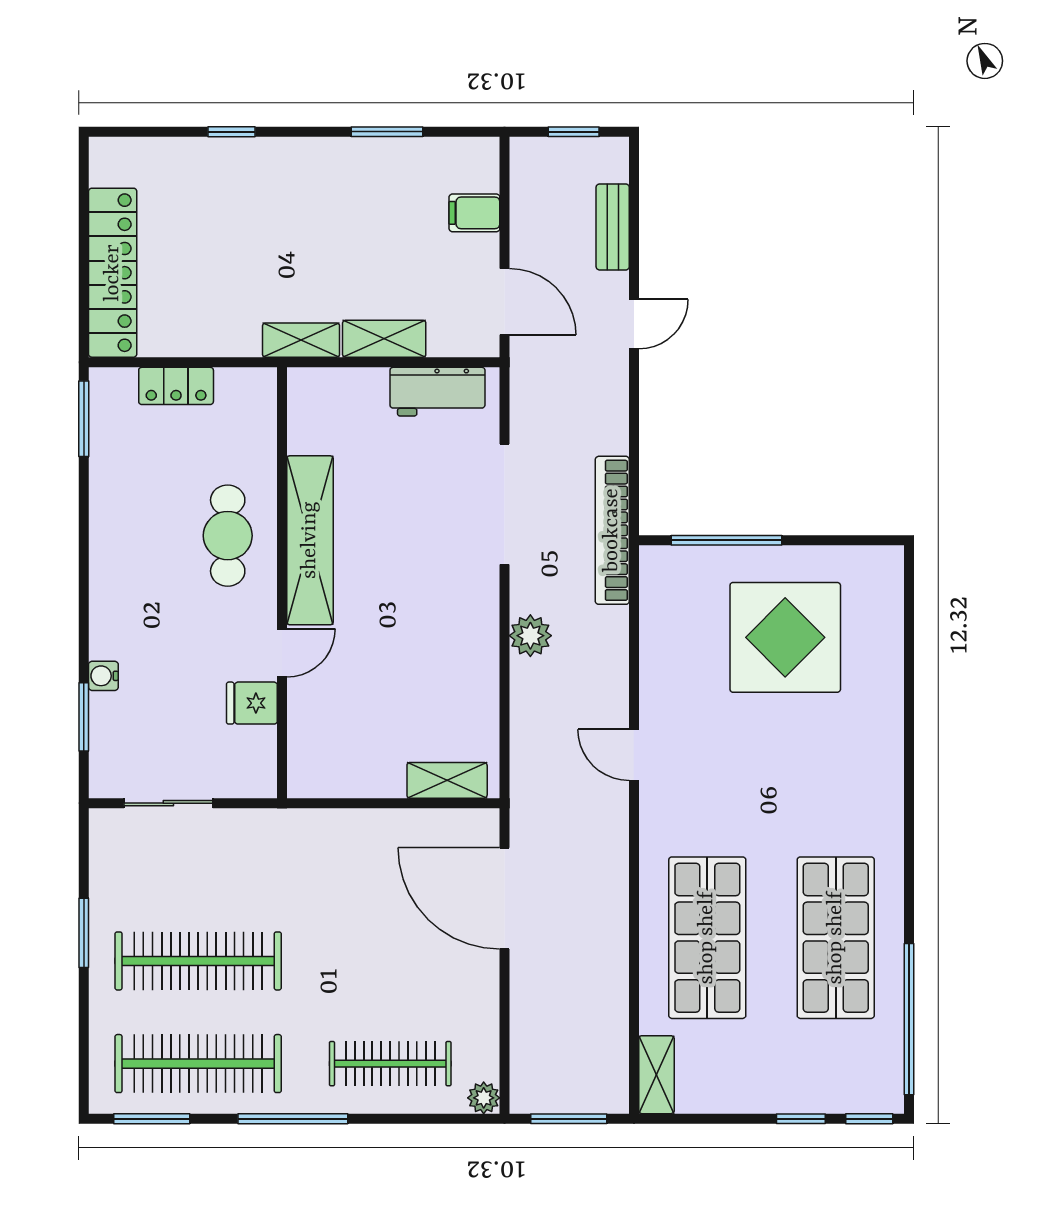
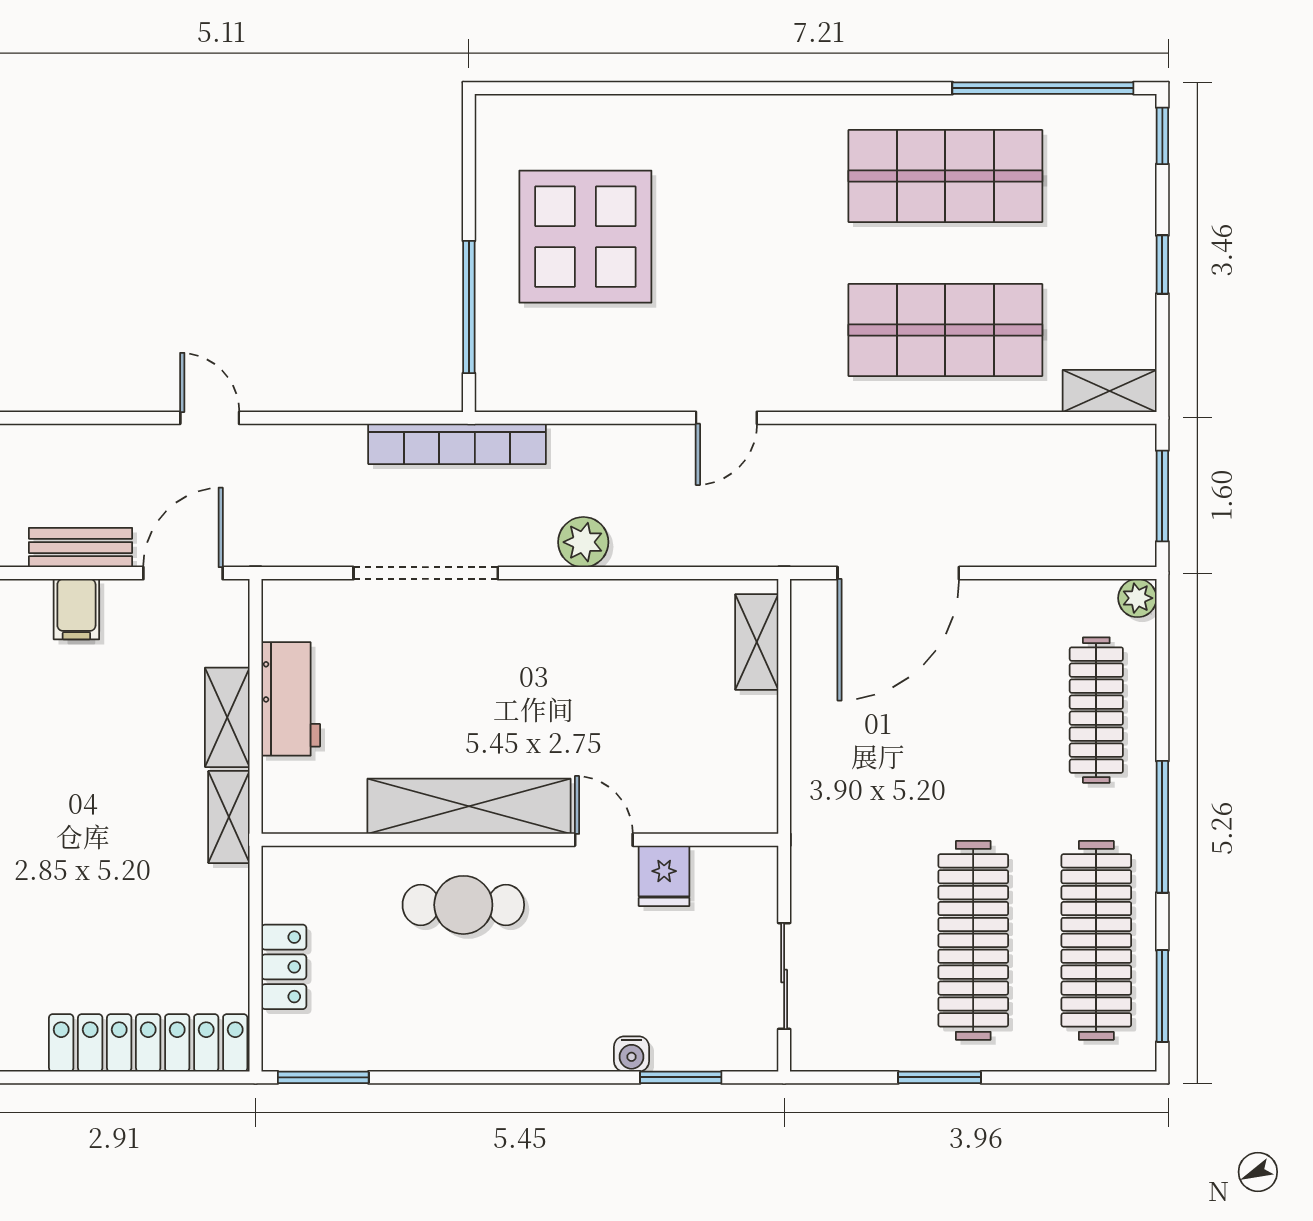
bench: (613, 227) -> (80, 548), moved
workbench: (437, 392) -> (291, 699), moved
window: (801, 1119) -> (1162, 265), moved

